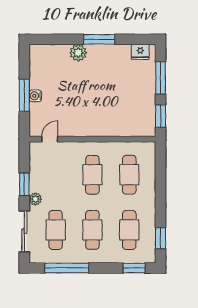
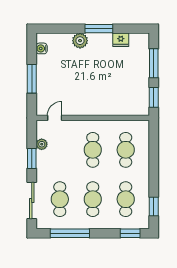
fridge: (140, 52) -> (121, 40), moved
water cooler: (35, 96) -> (42, 48), moved
plant: (35, 199) -> (42, 144), moved

